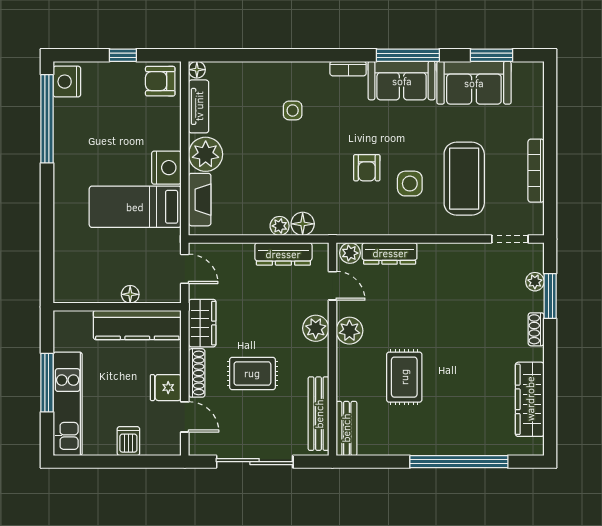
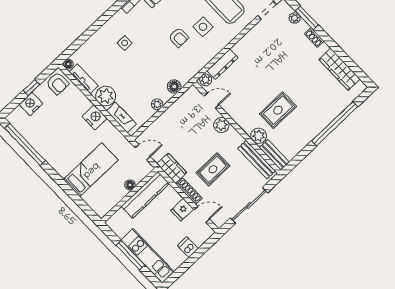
armchair: (160, 81) -> (57, 83), turned -90
nightstand: (67, 82) -> (31, 104), moved, turned 90
bed: (135, 207) -> (91, 170), moved, turned 180
plant: (280, 226) -> (157, 104), moved
dresser: (283, 254) -> (178, 107), removed
plant: (349, 331) -> (259, 136), moved
rug: (404, 377) -> (278, 110), turned 90

